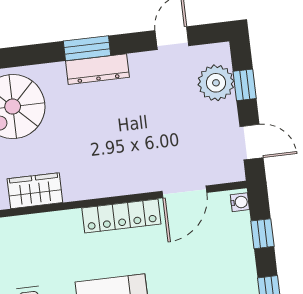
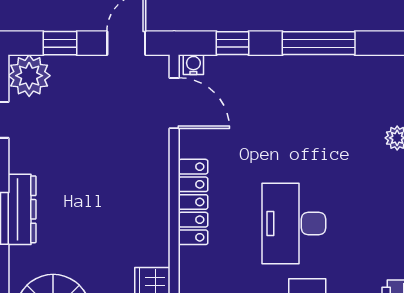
plant: (216, 83) -> (29, 76), moved
door: (184, 192) -> (174, 103), moved

